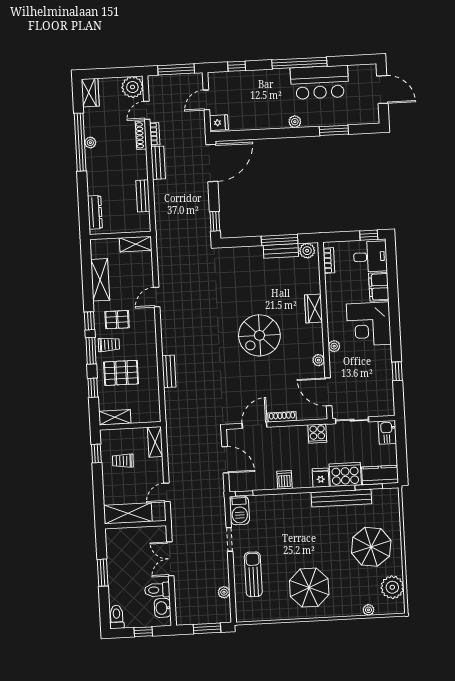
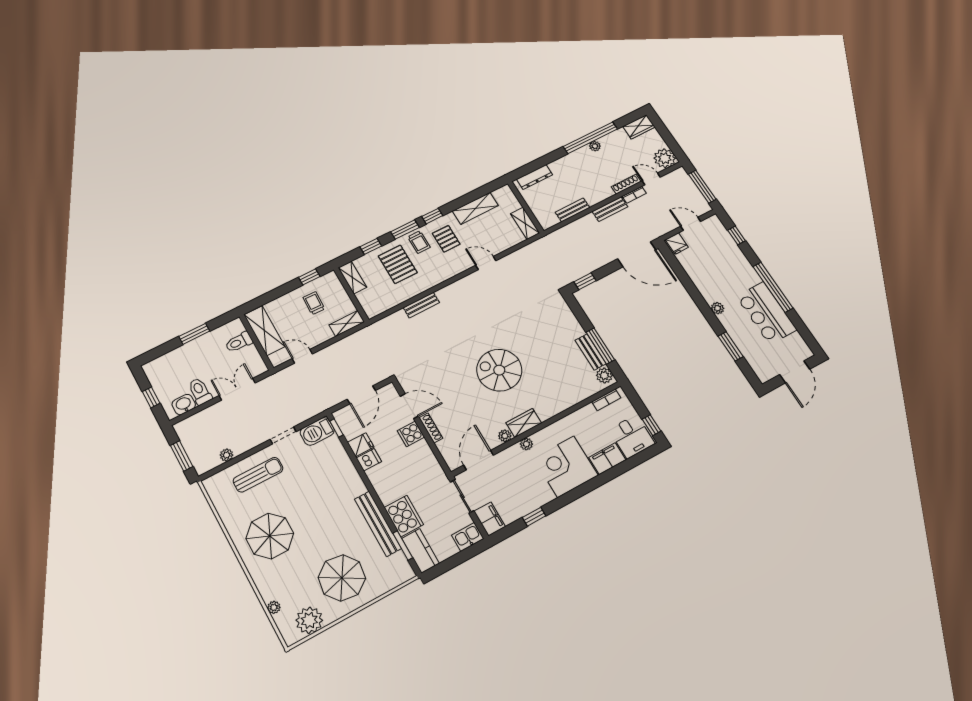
wardrobe: (314, 309) -> (524, 423), moved
filing cabinet: (381, 408) -> (490, 519), added
cooker: (317, 434) -> (411, 434), moved
fridge: (321, 478) -> (361, 445), moved
toilet: (117, 617) -> (239, 342), moved, turned 180

